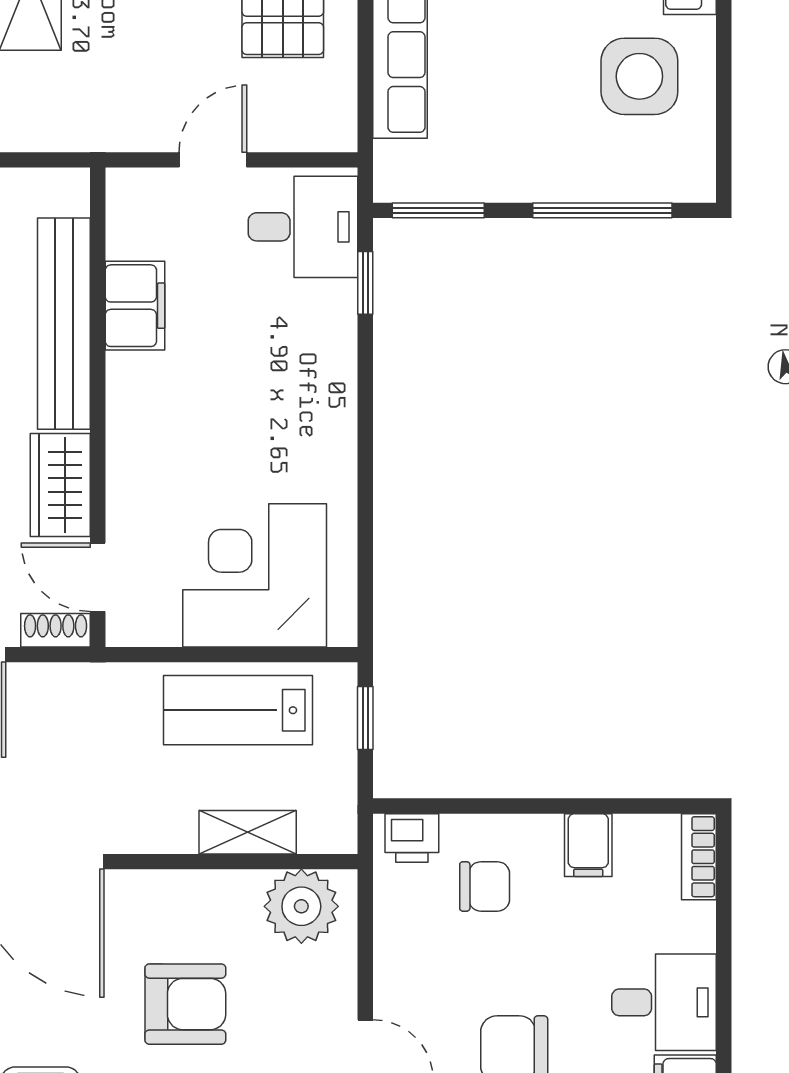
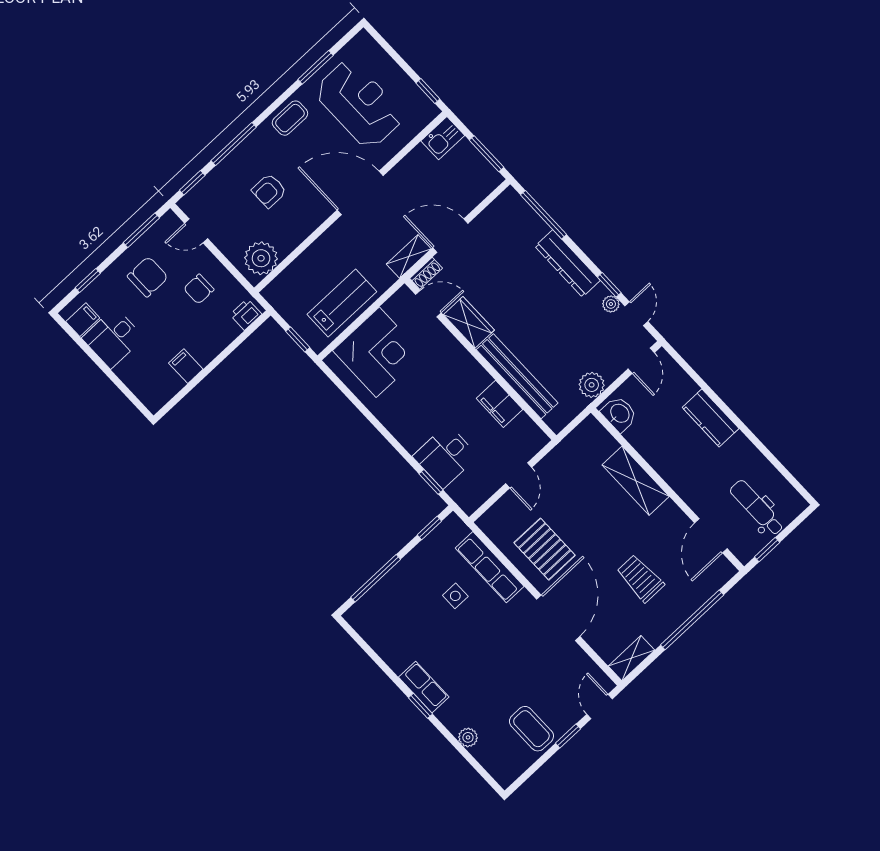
side table: (639, 76) -> (455, 596), moved, width x0.54, depth x0.54
window: (438, 210) -> (429, 528), width x0.67
desk: (303, 227) -> (445, 456), moved
shelving: (248, 832) -> (409, 256), moved
bookcase: (699, 857) -> (146, 396), removed
chair: (485, 886) -> (199, 289), moved
armchair: (185, 1004) -> (269, 191), width x0.72, depth x0.72

